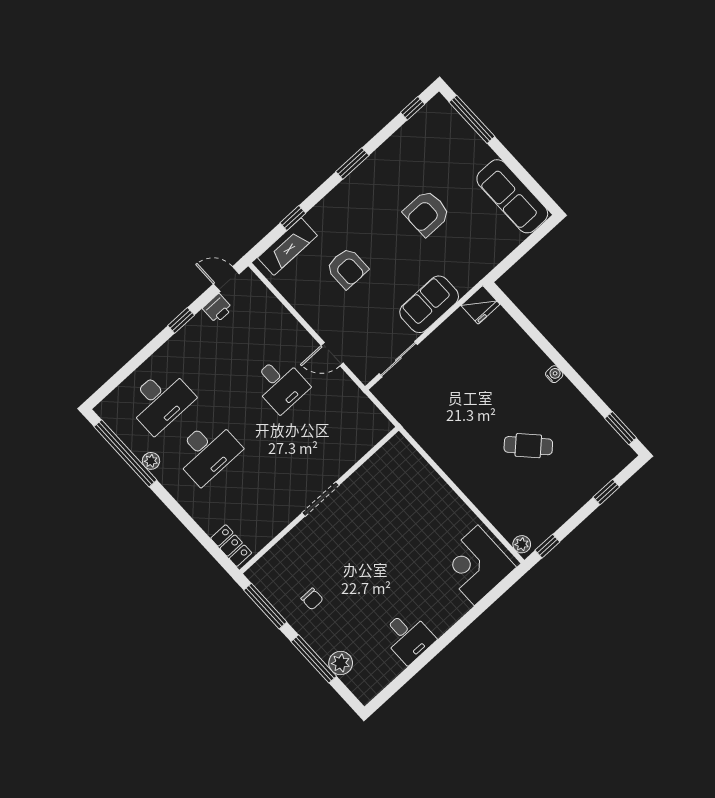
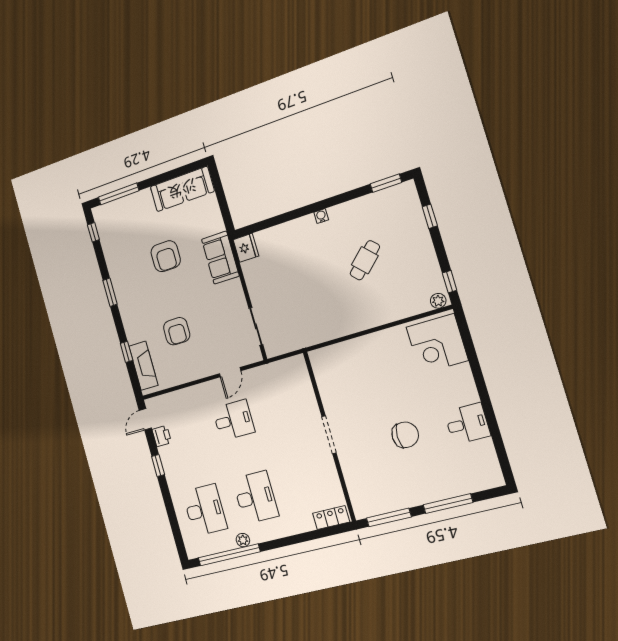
armchair: (347, 268) -> (177, 331), turned 90
sofa: (429, 304) -> (220, 258), moved
chair: (312, 599) -> (405, 435), moved, width x1.87, depth x1.87
plant: (341, 663) -> (462, 485), removed

